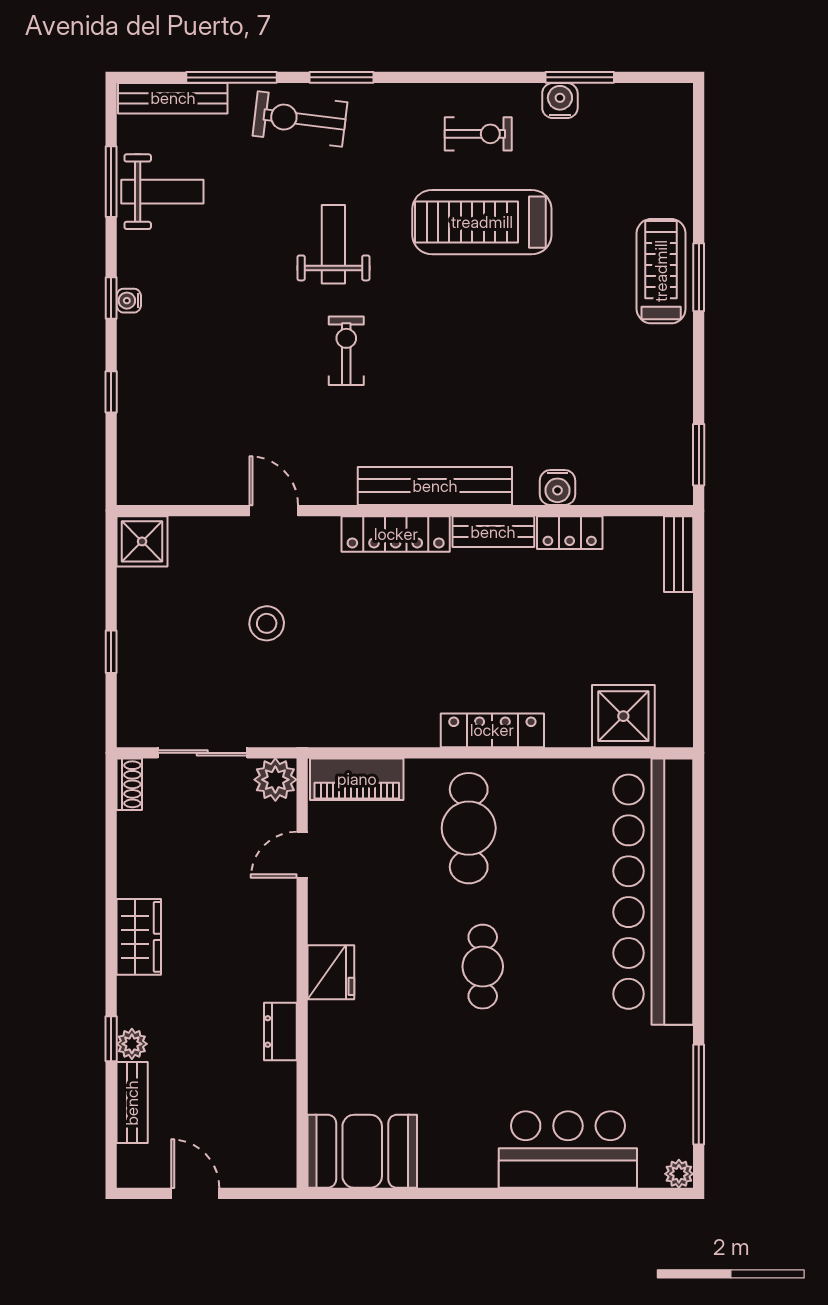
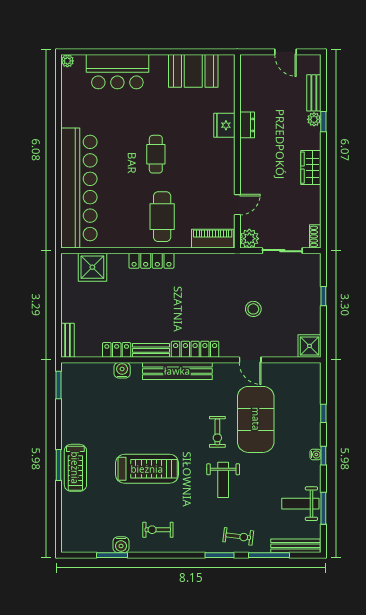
exercise bike: (300, 119) -> (238, 536), width x0.73, depth x0.72
treadmill: (482, 222) -> (147, 469), moved
exercise mat: (261, 378) -> (256, 419), added
fridge: (331, 972) -> (224, 125), moved
window: (699, 1094) -> (59, 97), removed
booth: (362, 1151) -> (193, 71), moved

